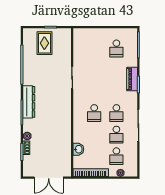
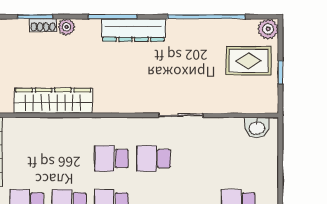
plant: (28, 33) -> (268, 29), added
school desk: (94, 92) -> (154, 159), added
wardrobe: (65, 143) -> (53, 101), added
washbasin: (78, 149) -> (257, 128), moved

